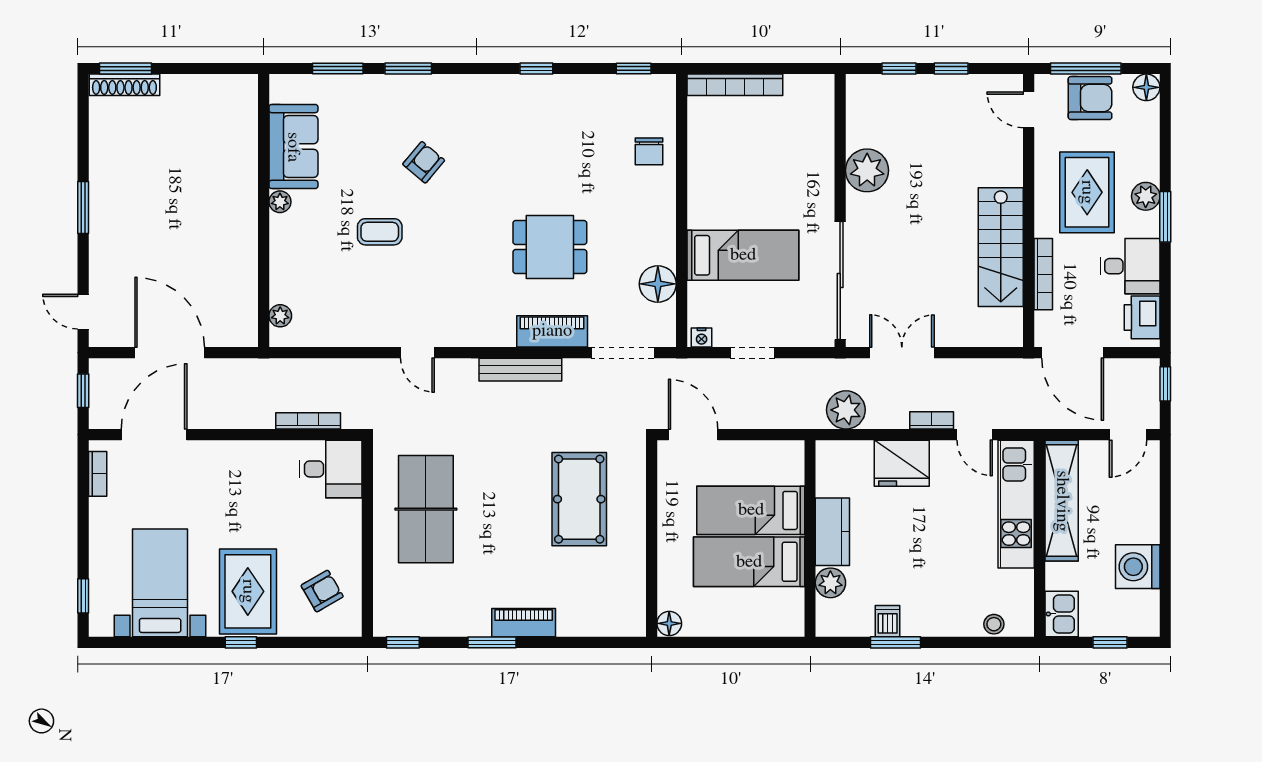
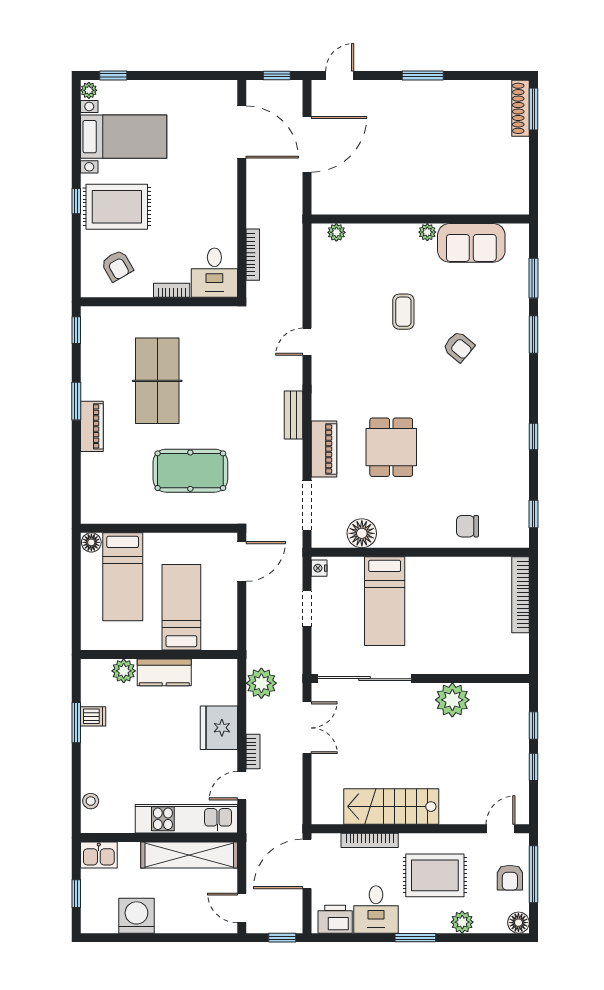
armchair: (1090, 98) -> (510, 878), width x0.72, depth x0.72
plant: (1146, 196) -> (462, 922), moved
bench: (520, 370) -> (294, 415), width x0.73
bookcase: (98, 474) -> (172, 290), moved, turned 180
table tennis table: (426, 509) -> (157, 381), moved, turned 90
bed: (749, 562) -> (123, 577), moved, turned 180
plant: (102, 627) -> (89, 90), added

